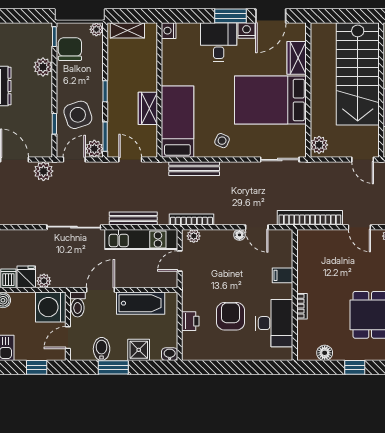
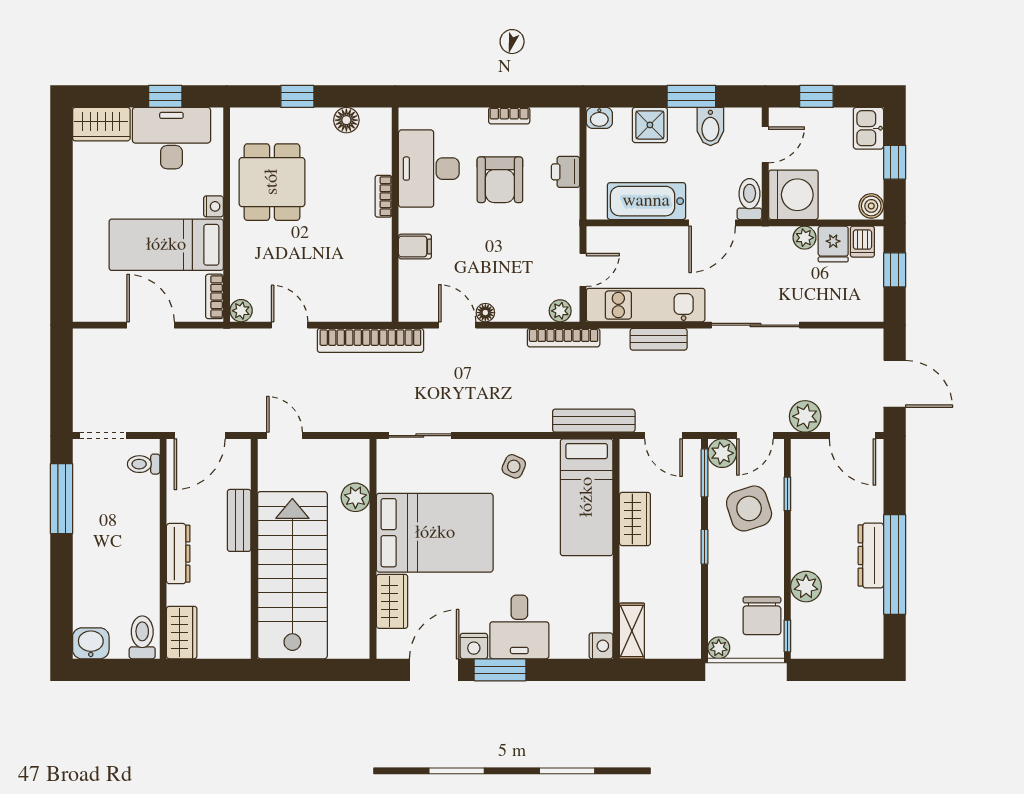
shelving: (127, 30) -> (632, 631), moved, turned 90
plant: (319, 145) -> (355, 497), moved
bench: (194, 169) -> (594, 421), moved
bench: (133, 219) -> (659, 339), width x0.73
bookcase: (225, 356) -> (509, 116), added

